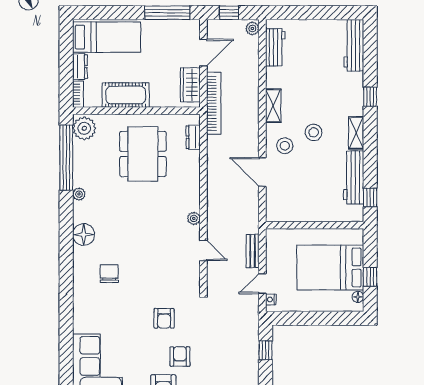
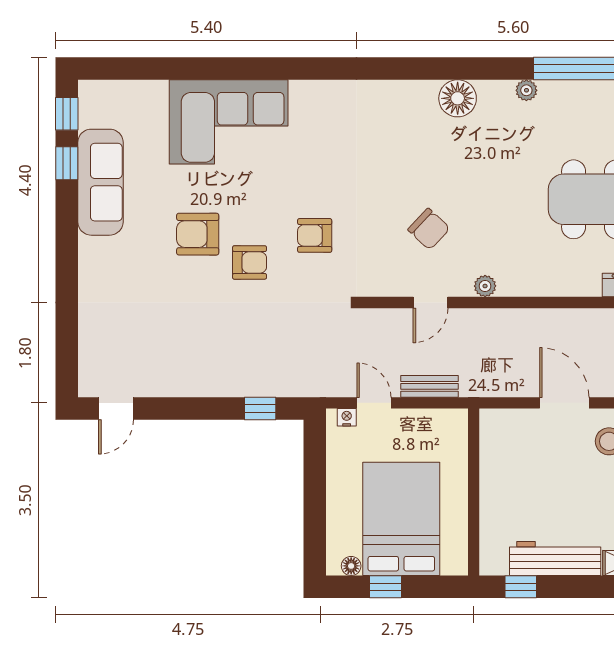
door: (262, 172) -> (564, 403), hinge flipped
chair: (109, 274) -> (429, 229), moved, turned 43

